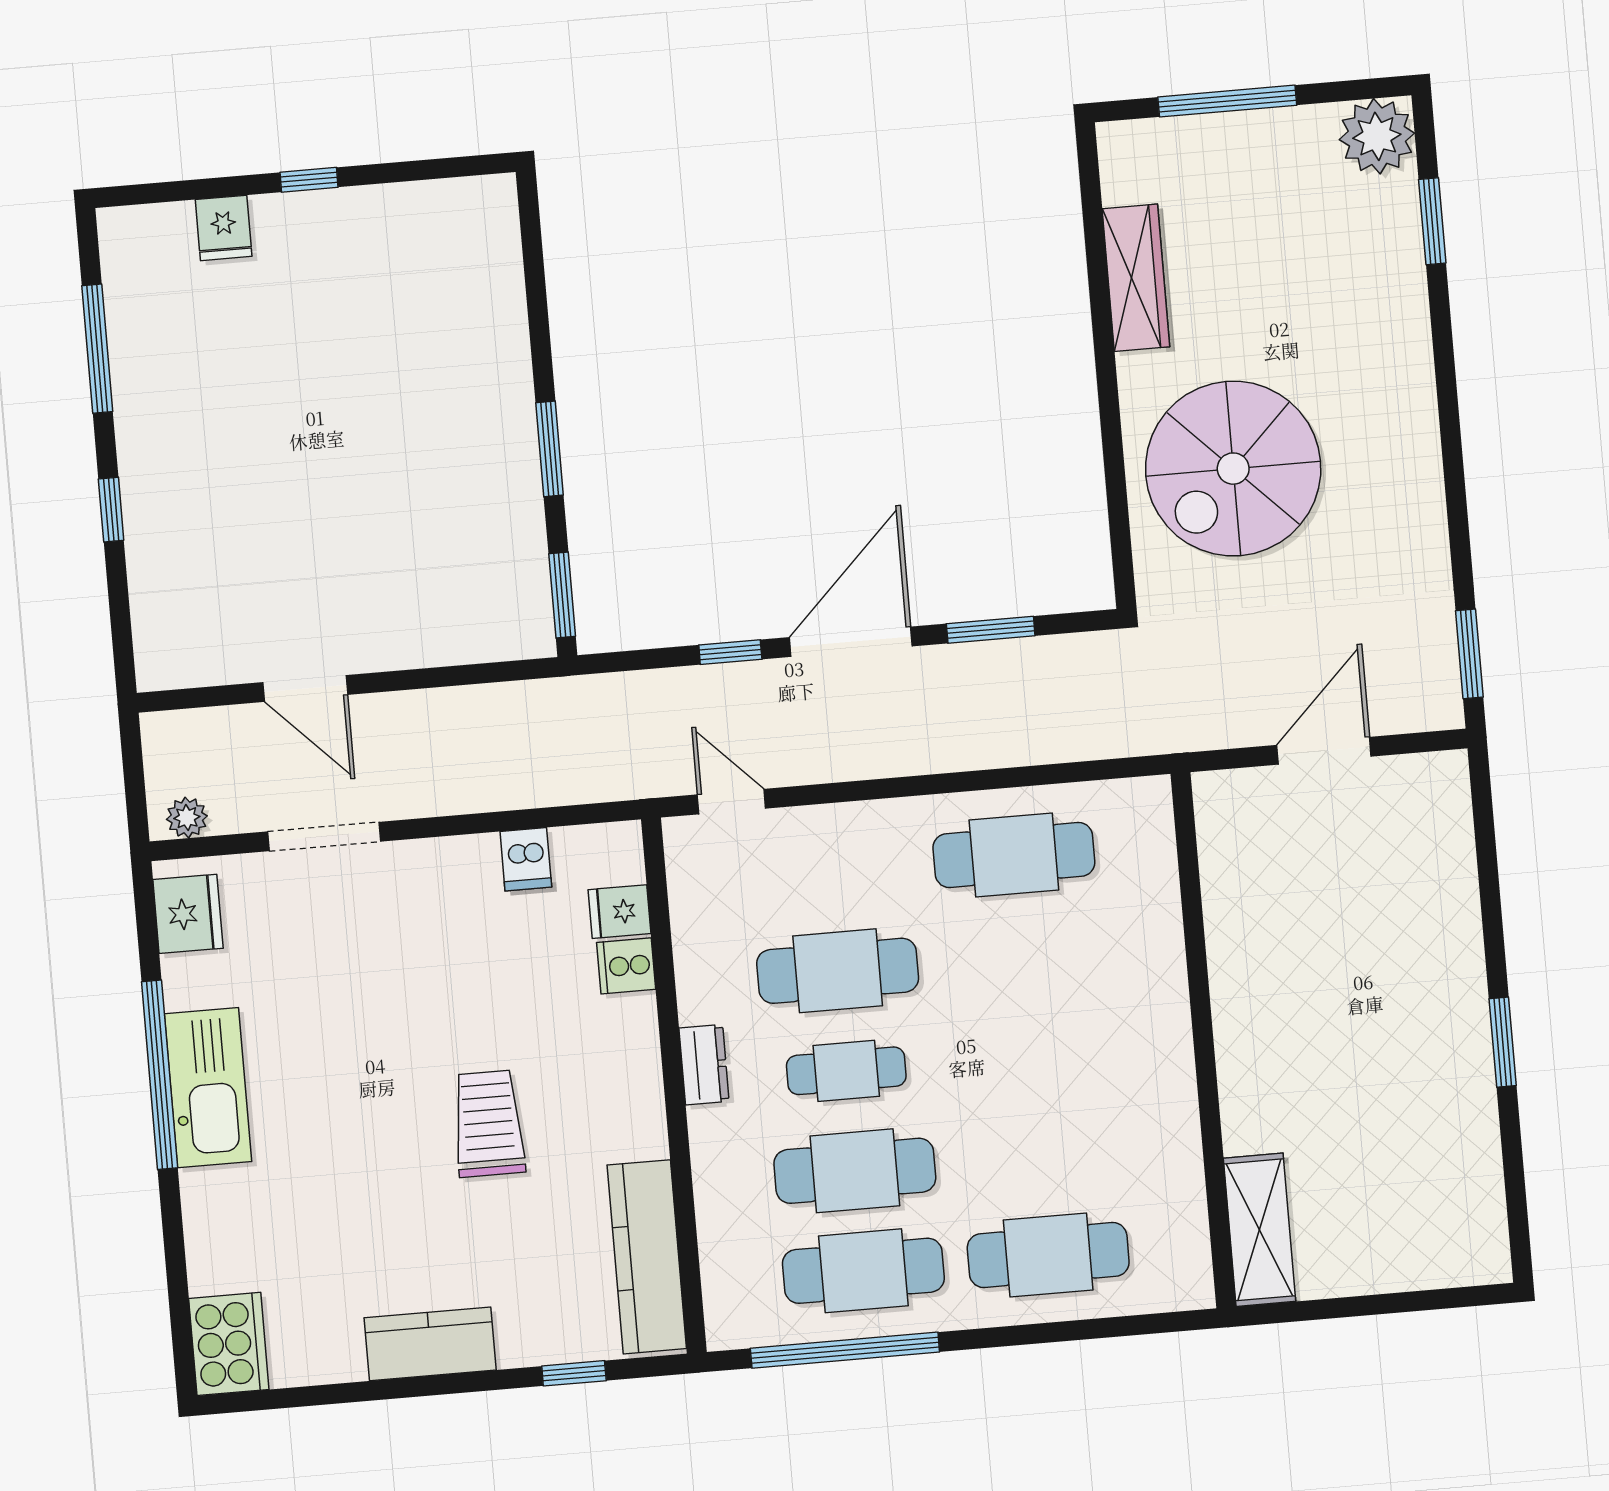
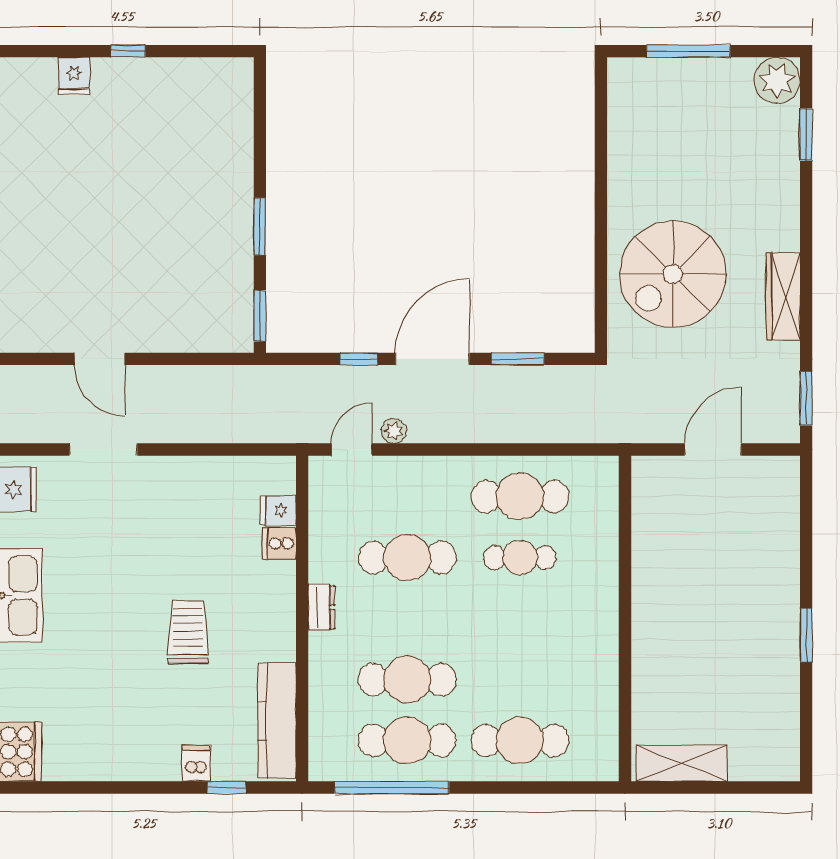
wardrobe: (1136, 278) -> (783, 296), moved, turned 180
door: (731, 802) -> (352, 449), hinge flipped
plant: (187, 818) -> (394, 431), moved
dishwasher: (526, 859) -> (196, 763), moved, turned 180
cafe table: (846, 1071) -> (520, 558), moved
shelving: (1260, 1230) -> (682, 763), moved, turned 90
kitchen counter: (430, 1344) -> (141, 762), removed

